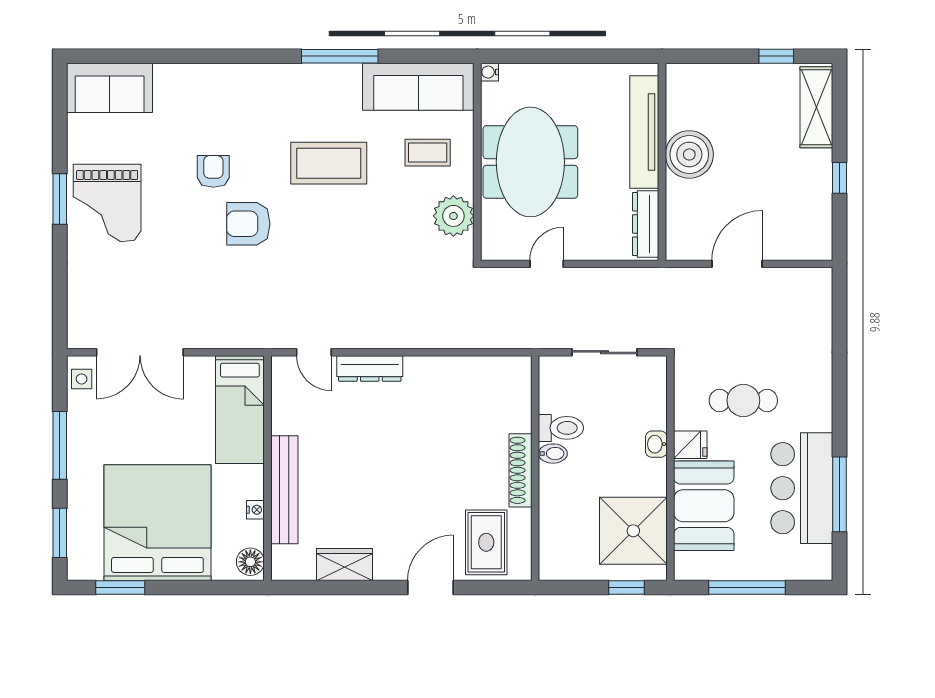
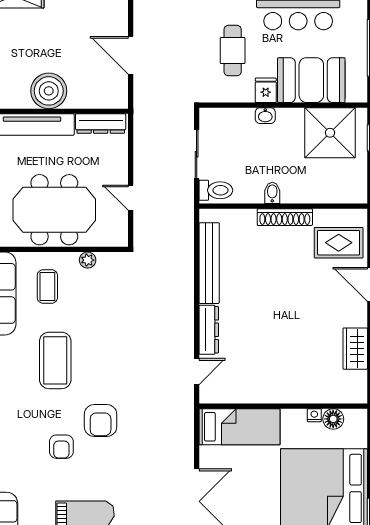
armchair: (213, 171) -> (61, 447), turned -90
plant: (453, 216) -> (88, 260), width x0.53, depth x0.53
toilet: (561, 428) -> (216, 190), moved, turned 90
bench: (284, 490) -> (209, 263), moved, turned 90
floor lamp: (250, 562) -> (333, 419), moved

